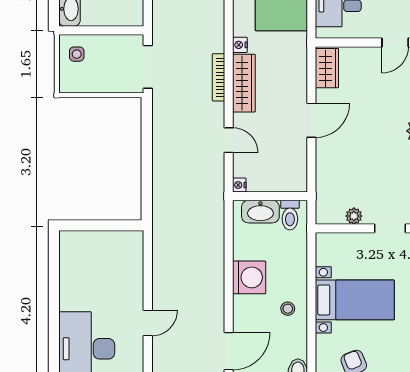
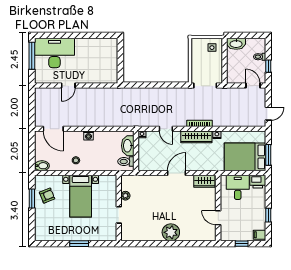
door: (311, 120) -> (177, 173), swing flipped
door: (229, 140) -> (166, 129), hinge flipped
washing machine: (249, 277) -> (88, 136), width x0.53, depth x0.53
door: (148, 323) -> (68, 86), hinge flipped

